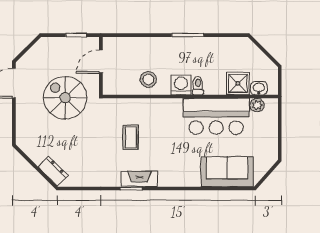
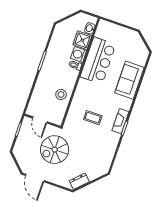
washing machine: (181, 85) -> (79, 54), moved
plant: (257, 105) -> (100, 33), removed
dresser: (53, 171) -> (79, 181), moved
sofa: (227, 172) -> (129, 80), moved

